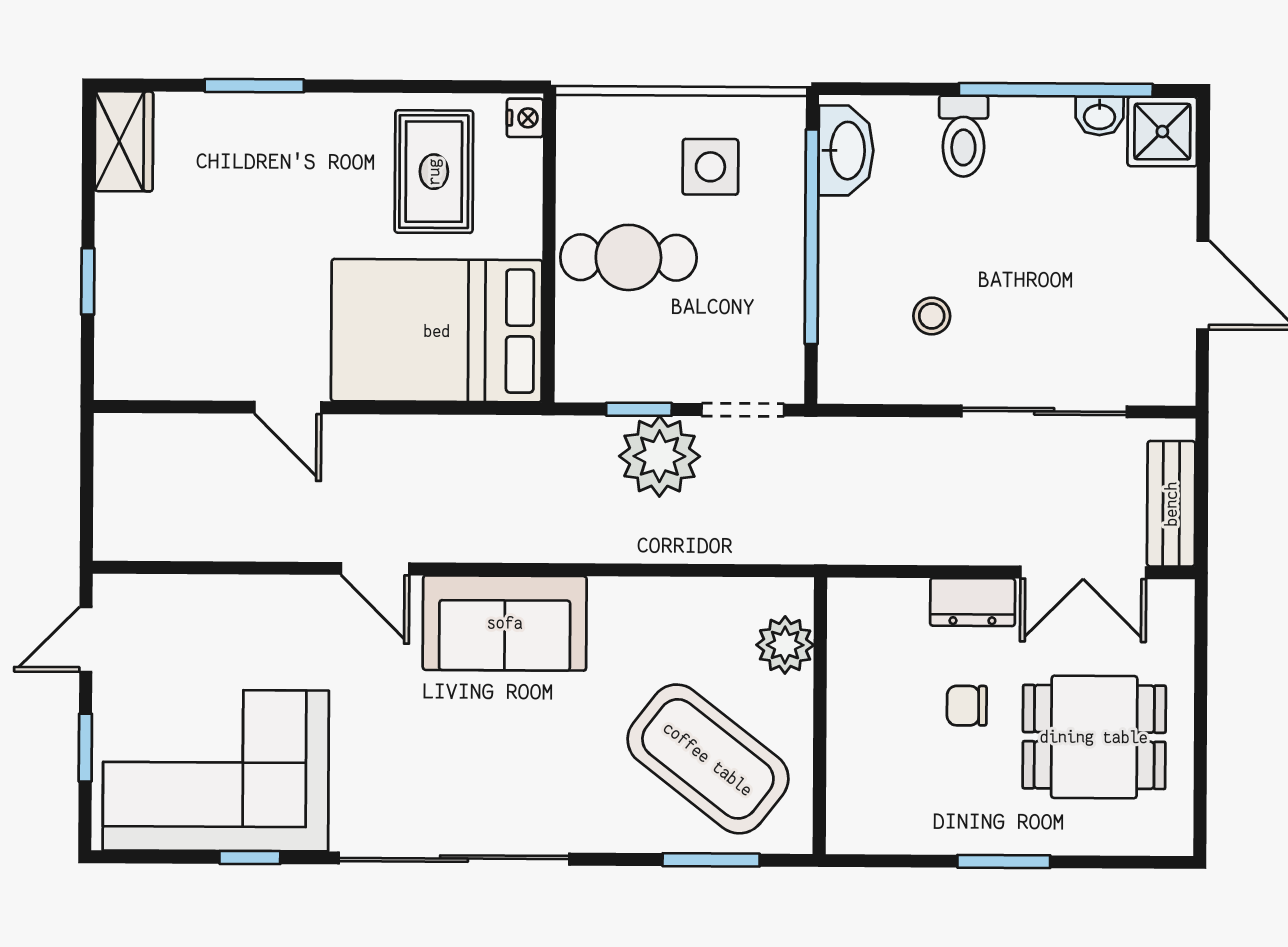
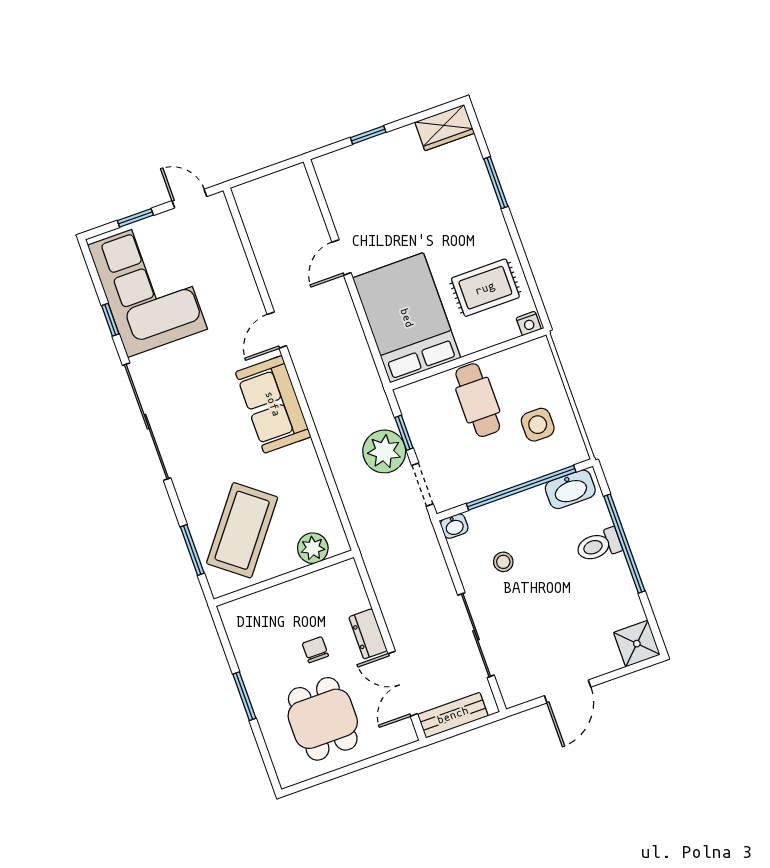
window: (1056, 90) -> (624, 544), moved
washbasin: (1100, 116) -> (454, 526), moved, turned -90

